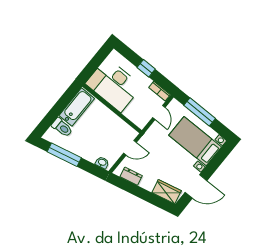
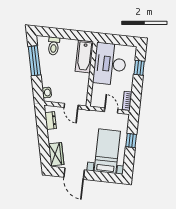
window: (146, 68) -> (139, 68), moved
bathtub: (77, 107) -> (84, 56), moved, turned 90
door: (159, 112) -> (111, 111), swing flipped
window: (200, 112) -> (131, 141), width x0.46

